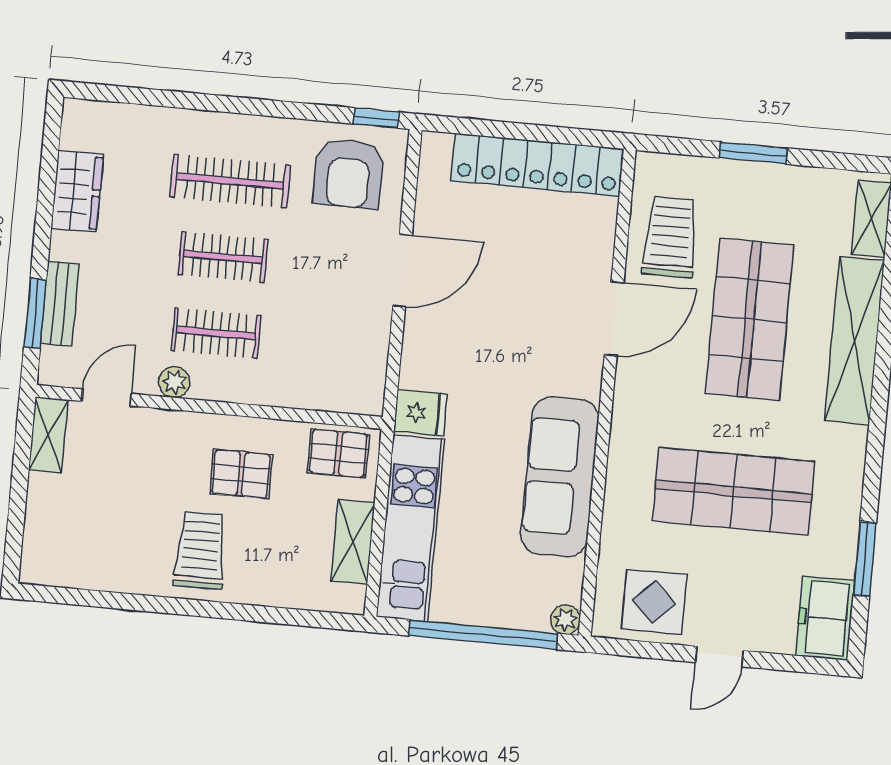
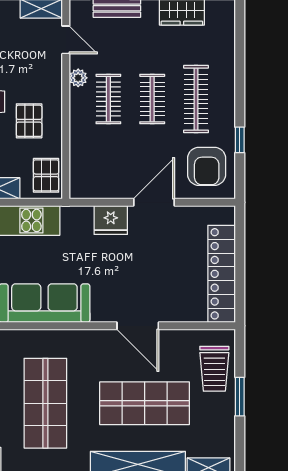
window: (376, 118) -> (240, 140), moved
armchair: (349, 173) -> (207, 166), turned -90
trolley: (670, 237) -> (214, 369), moved, turned 90
door: (402, 271) -> (154, 202), swing flipped
fridge: (420, 413) -> (111, 220), moved, width x1.38

